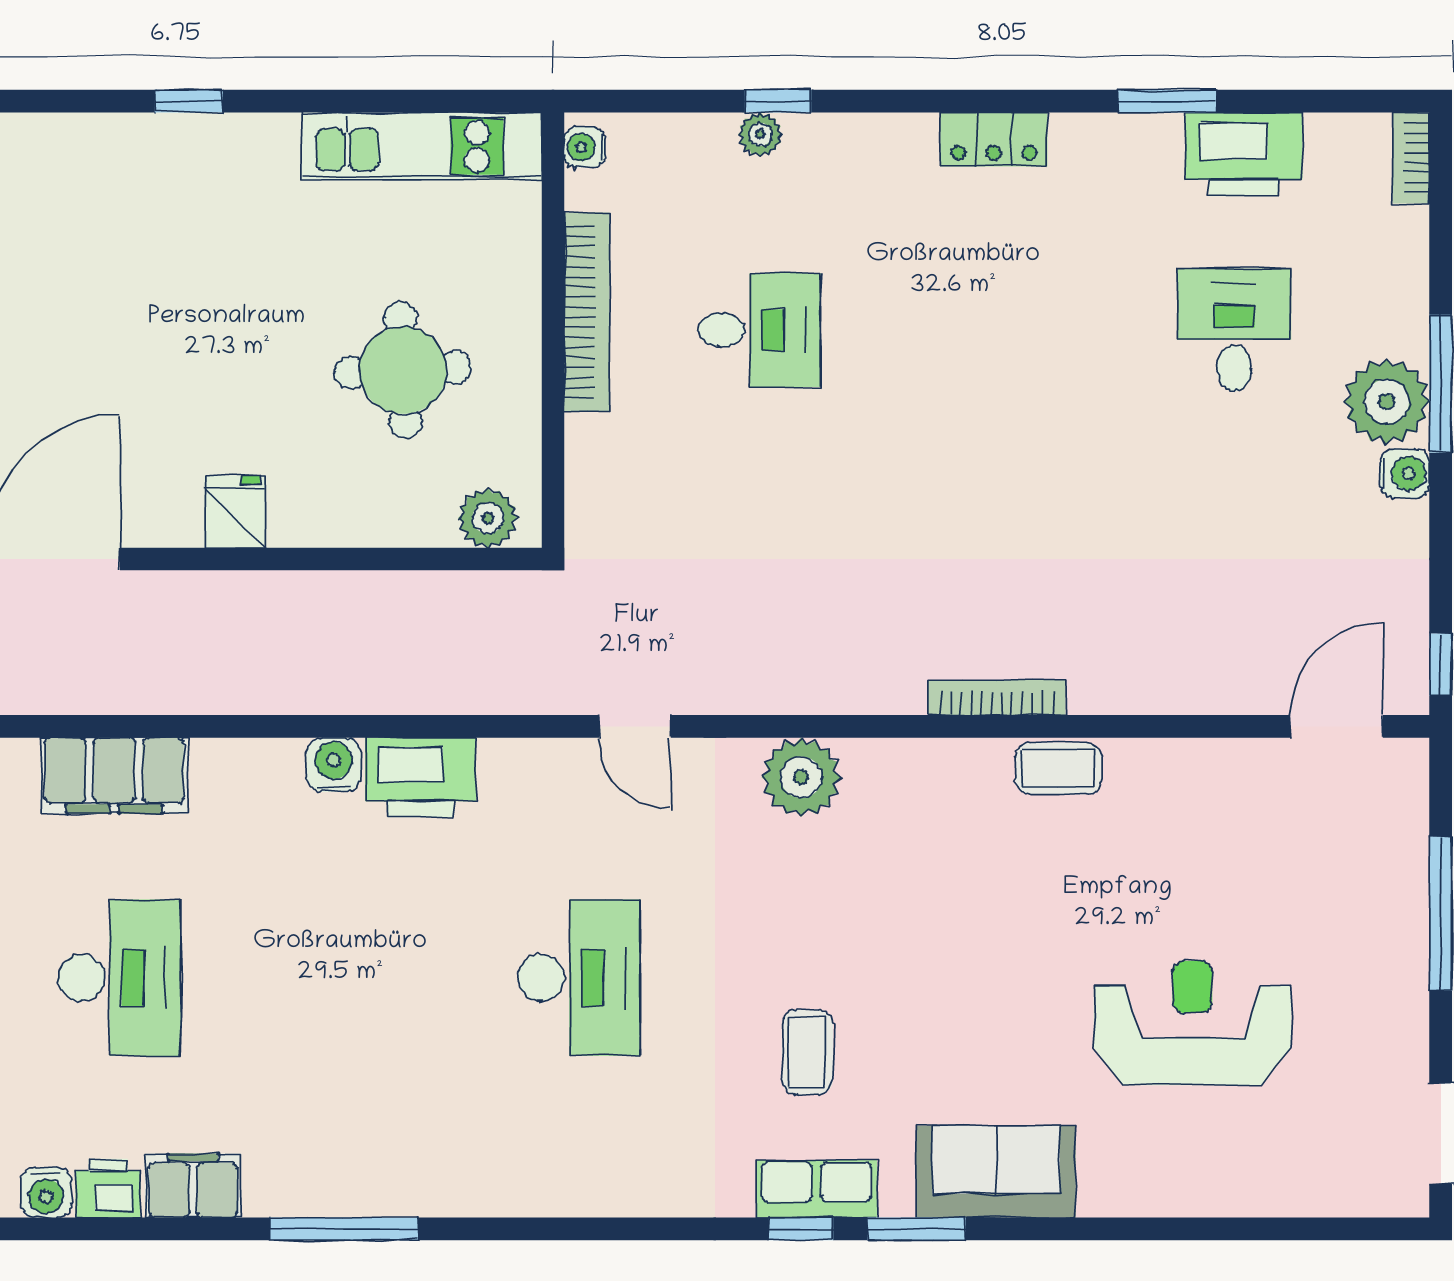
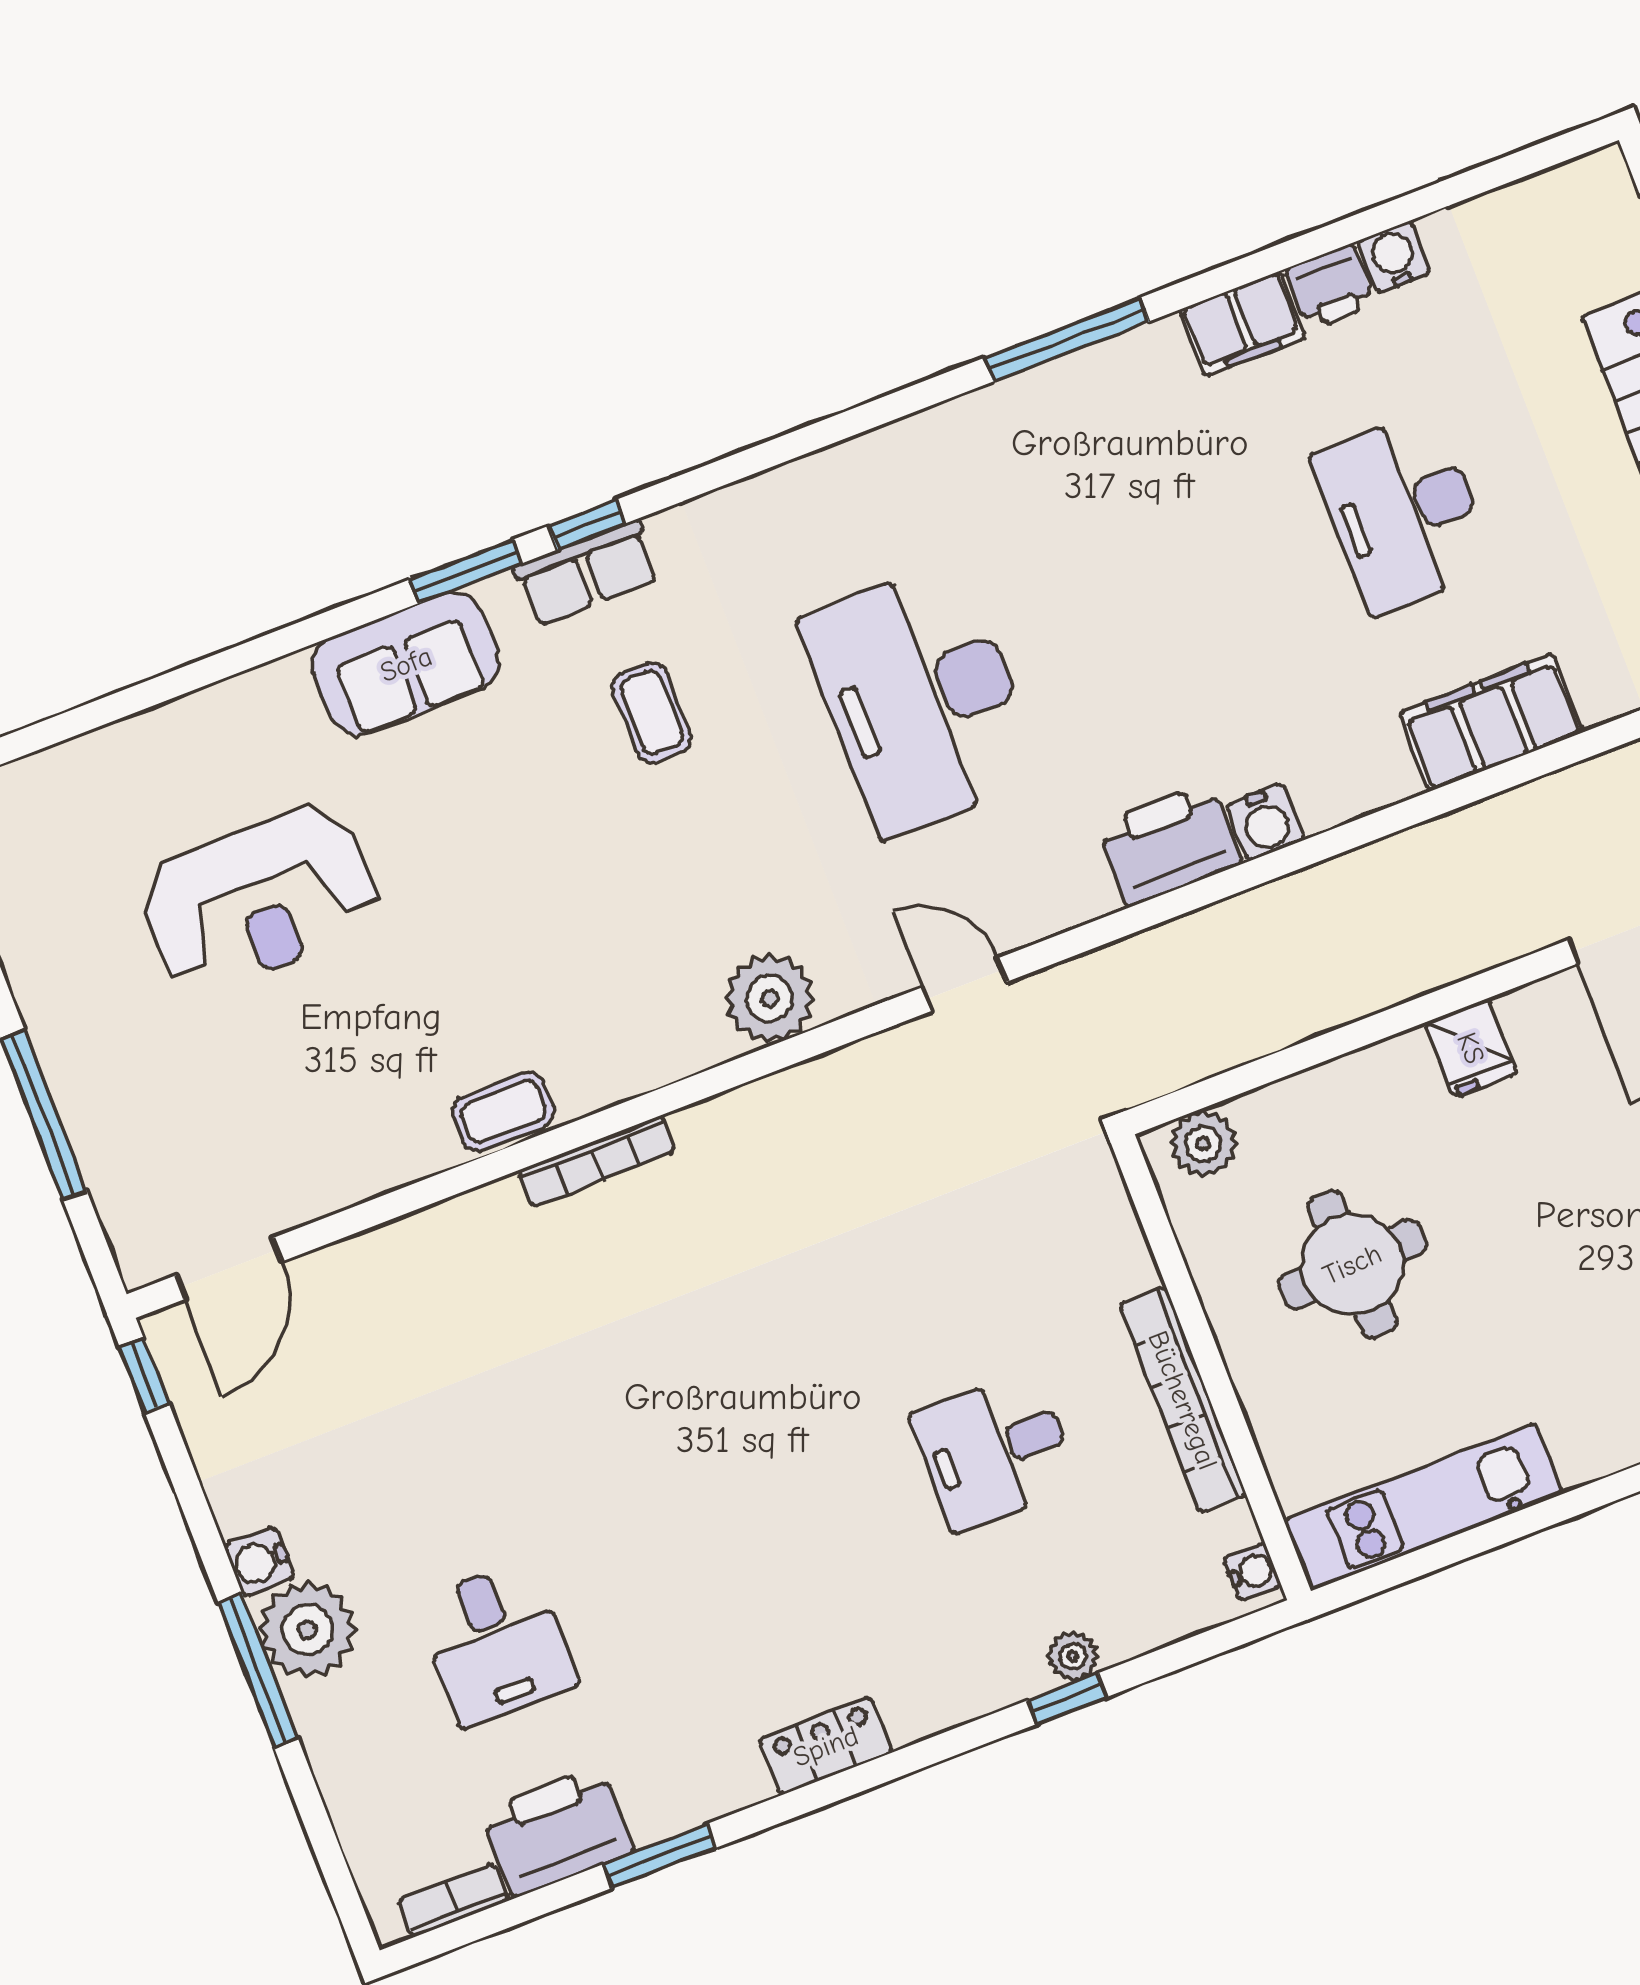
bookcase: (1411, 158) -> (453, 1900), moved, turned -90
desk: (579, 978) -> (922, 698), width x1.36, depth x1.30

